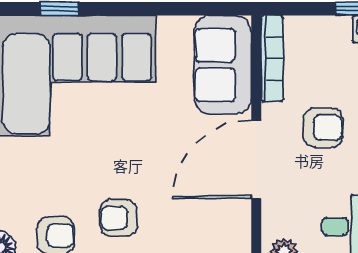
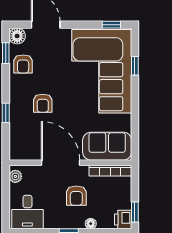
armchair: (119, 218) -> (43, 103), moved, turned 180

